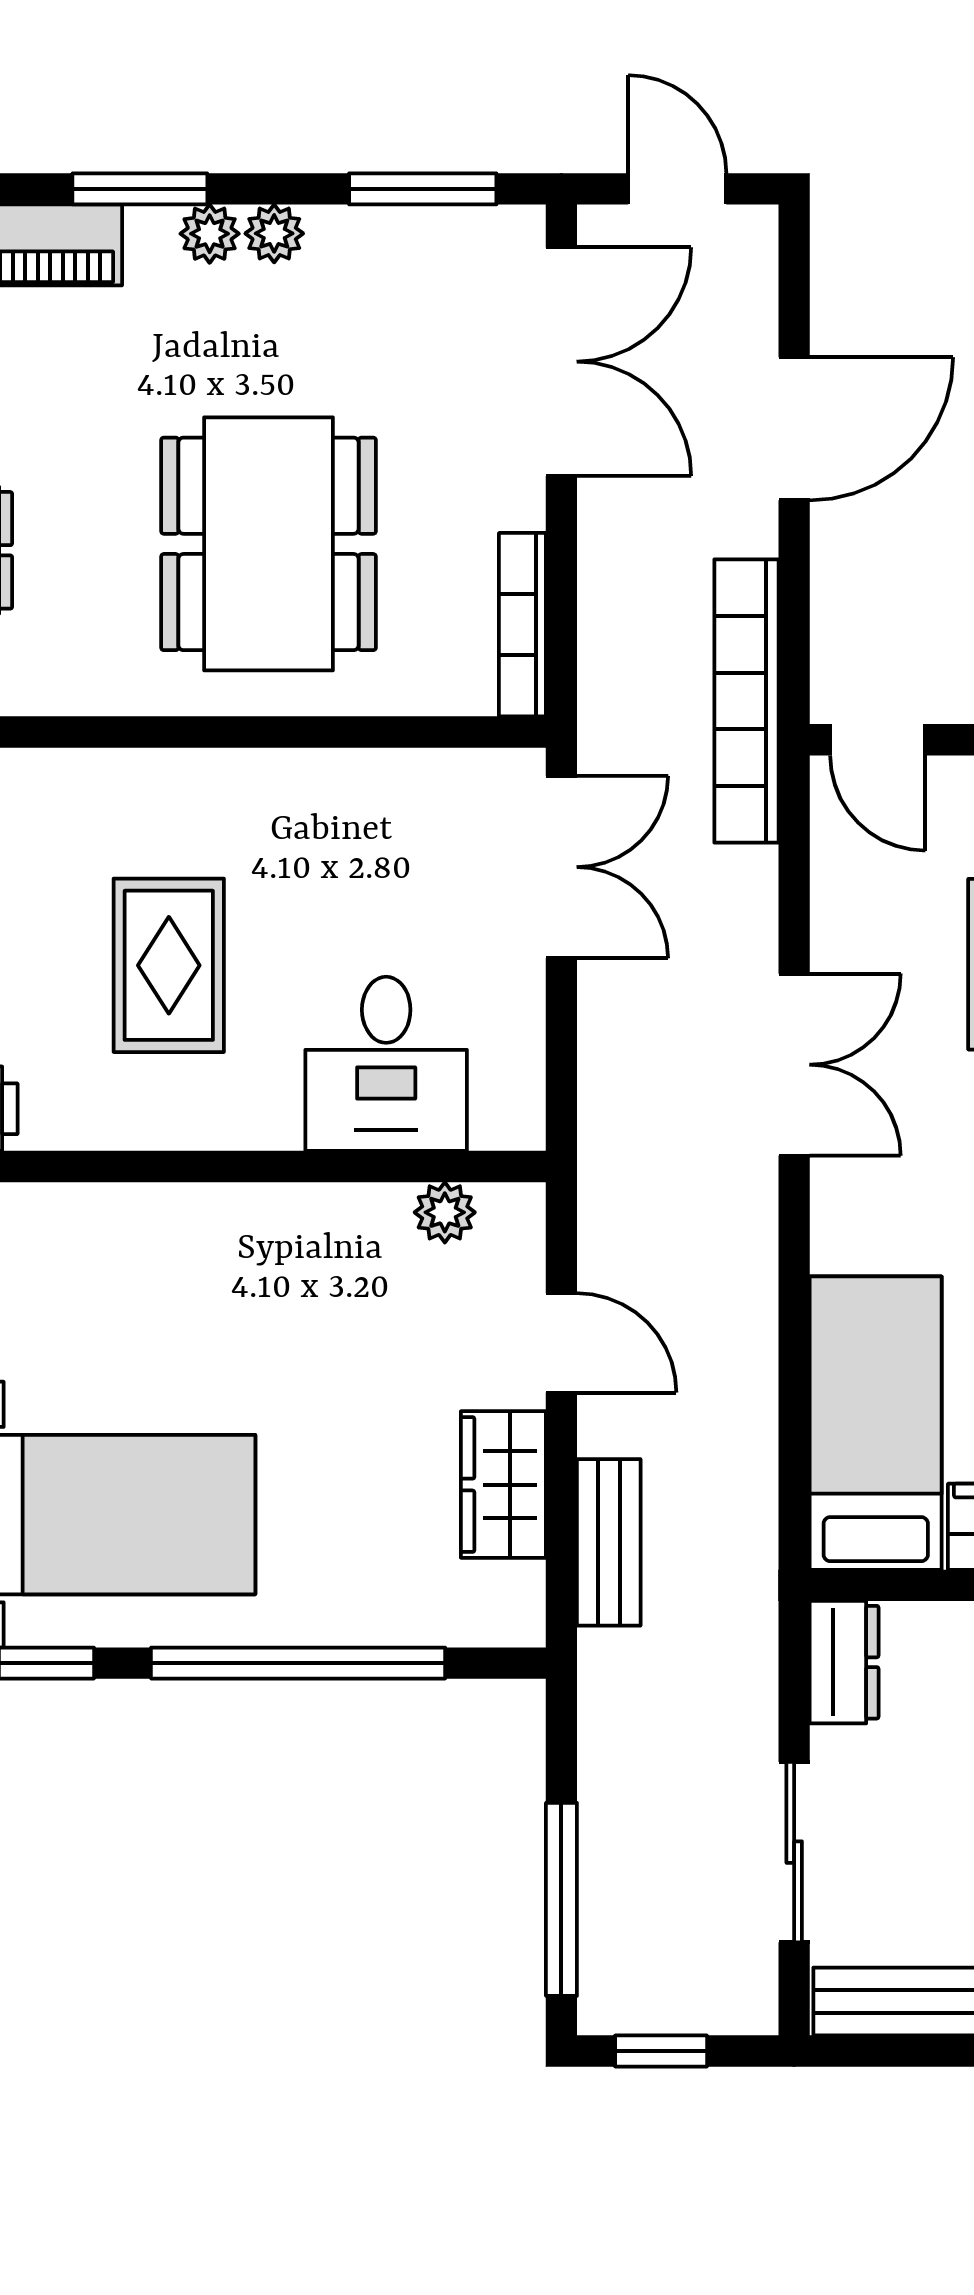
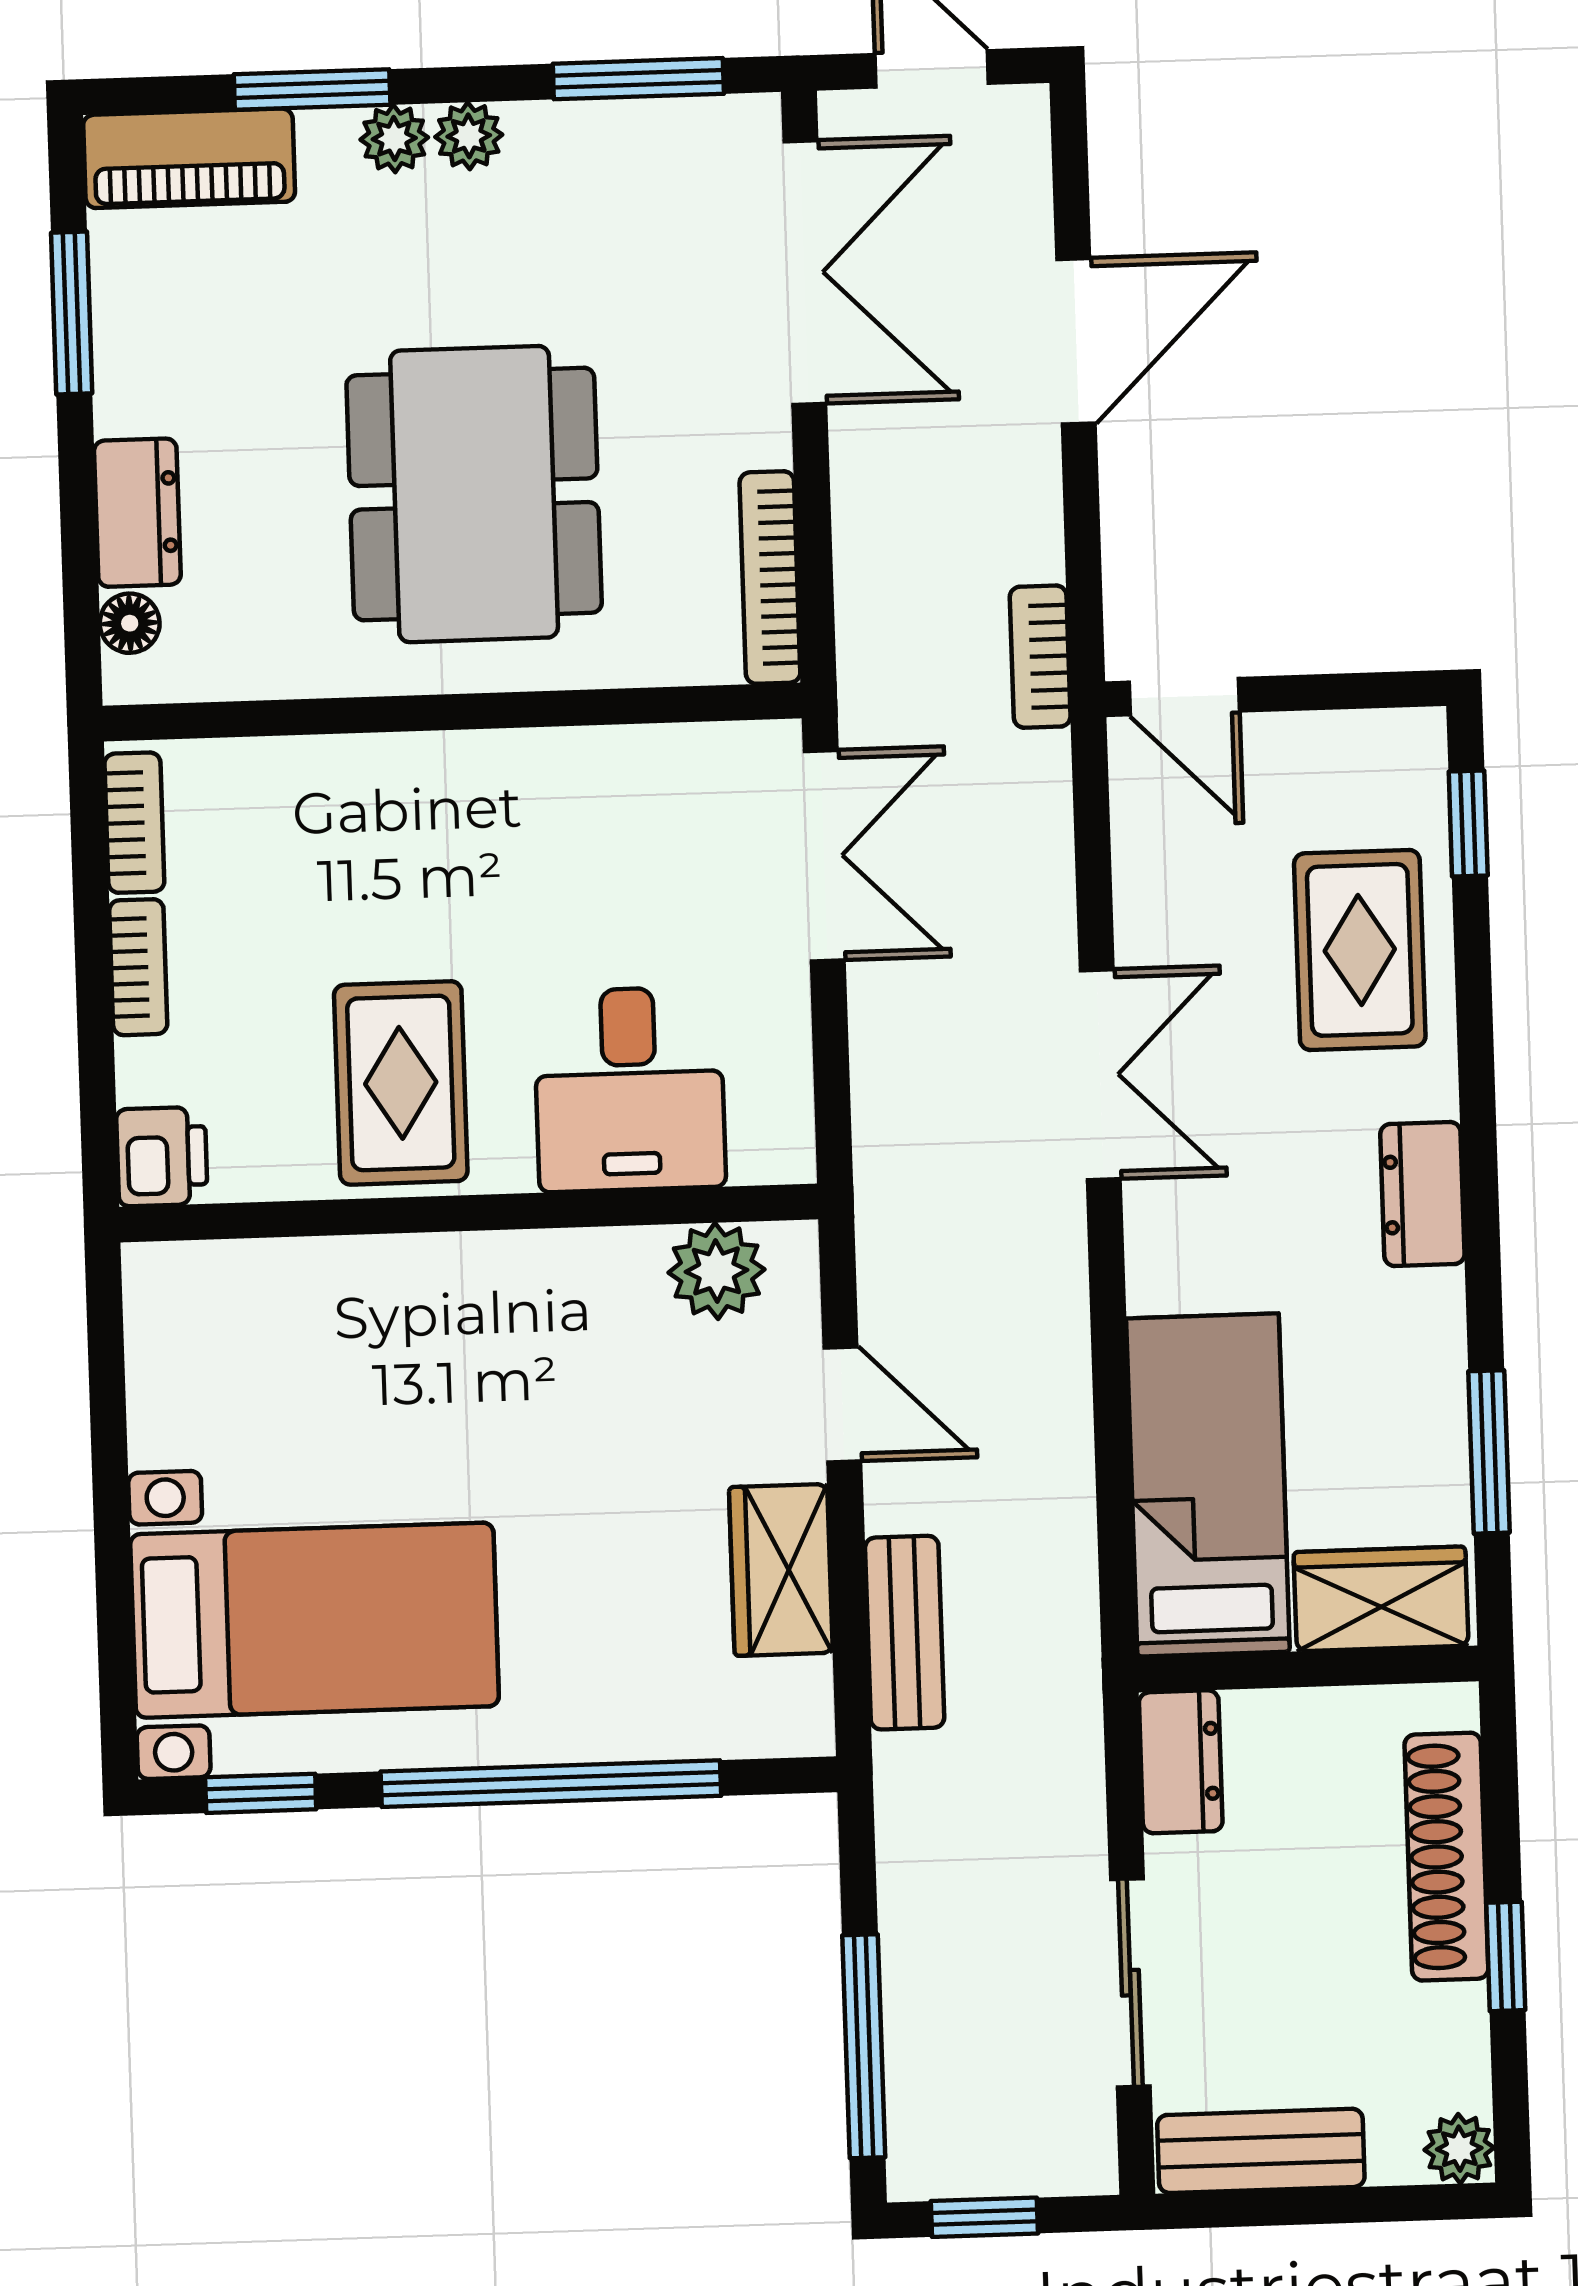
bookcase: (746, 701) -> (1040, 657), width x0.43, depth x0.76
rug: (169, 965) -> (401, 1083), moved
plant: (445, 1212) -> (716, 1271), width x1.38, depth x1.38

